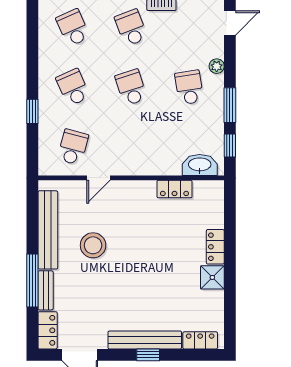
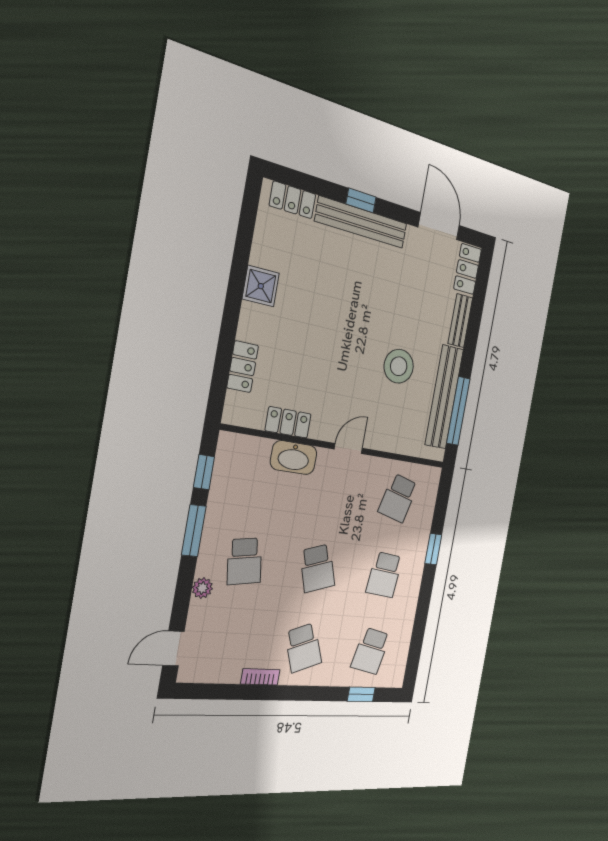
school desk: (73, 28) -> (371, 651), turned 36
school desk: (73, 87) -> (384, 575), turned 30
washbasin: (200, 165) -> (294, 458), moved
door: (98, 178) -> (348, 449), moved
locker: (215, 247) -> (243, 367), moved
window: (32, 281) -> (458, 411), moved

